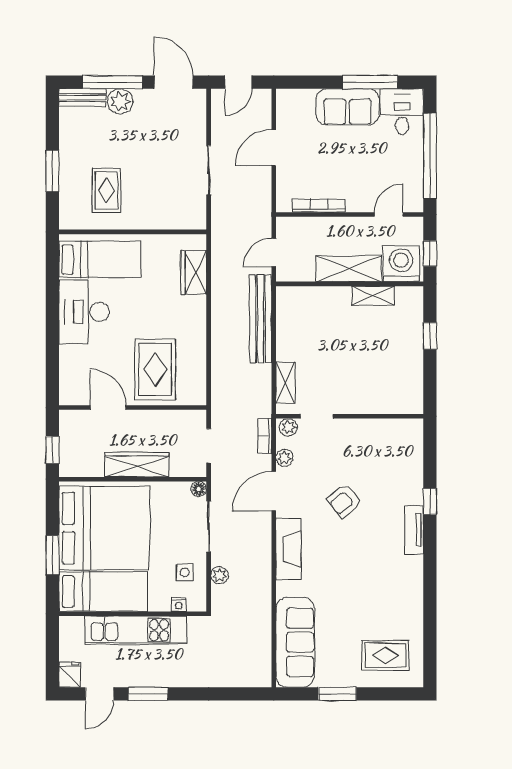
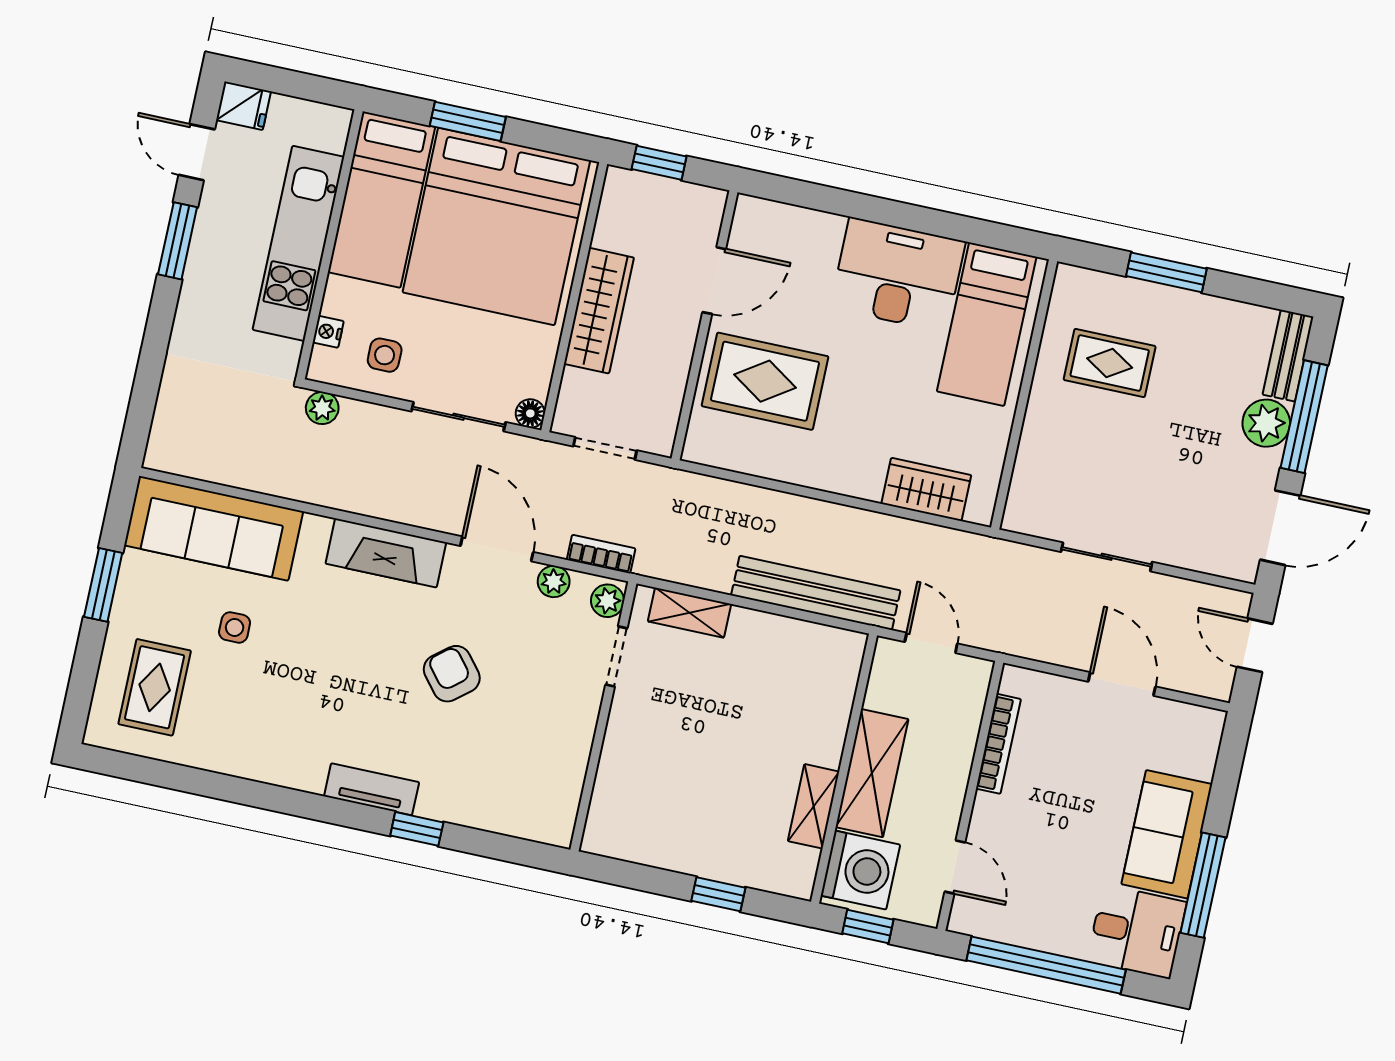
plant: (220, 575) -> (322, 408), moved
side table: (345, 620) -> (235, 627), added

